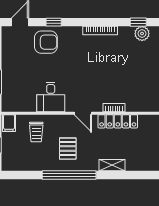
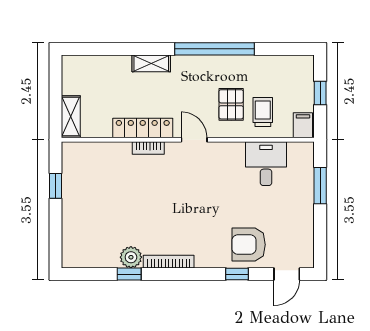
window: (138, 22) -> (129, 274), moved
plant: (142, 34) -> (131, 257), moved
desk: (51, 97) -> (266, 164), moved
pallet: (68, 149) -> (231, 104), moved

